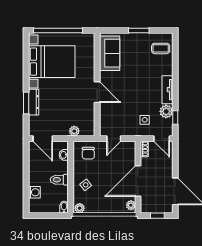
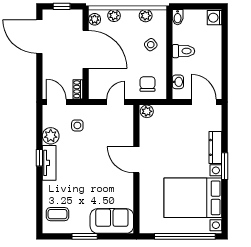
sofa: (110, 53) -> (112, 221), moved, turned 90
window: (26, 103) -> (225, 166), moved
window: (175, 118) -> (39, 158), moved
plant: (74, 131) -> (147, 111), moved
door: (138, 181) -> (86, 49), hinge flipped
washing machine: (34, 192) -> (214, 18), moved
plant: (80, 208) -> (146, 16), moved
plant: (115, 208) -> (114, 16), added

